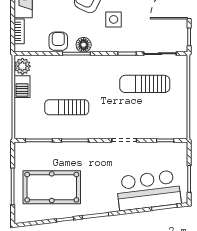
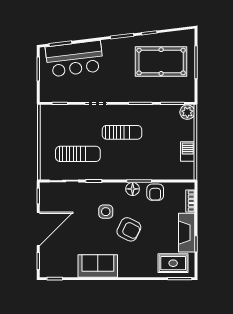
plant: (22, 66) -> (187, 112), moved
sun lounger: (67, 107) -> (122, 132), moved

